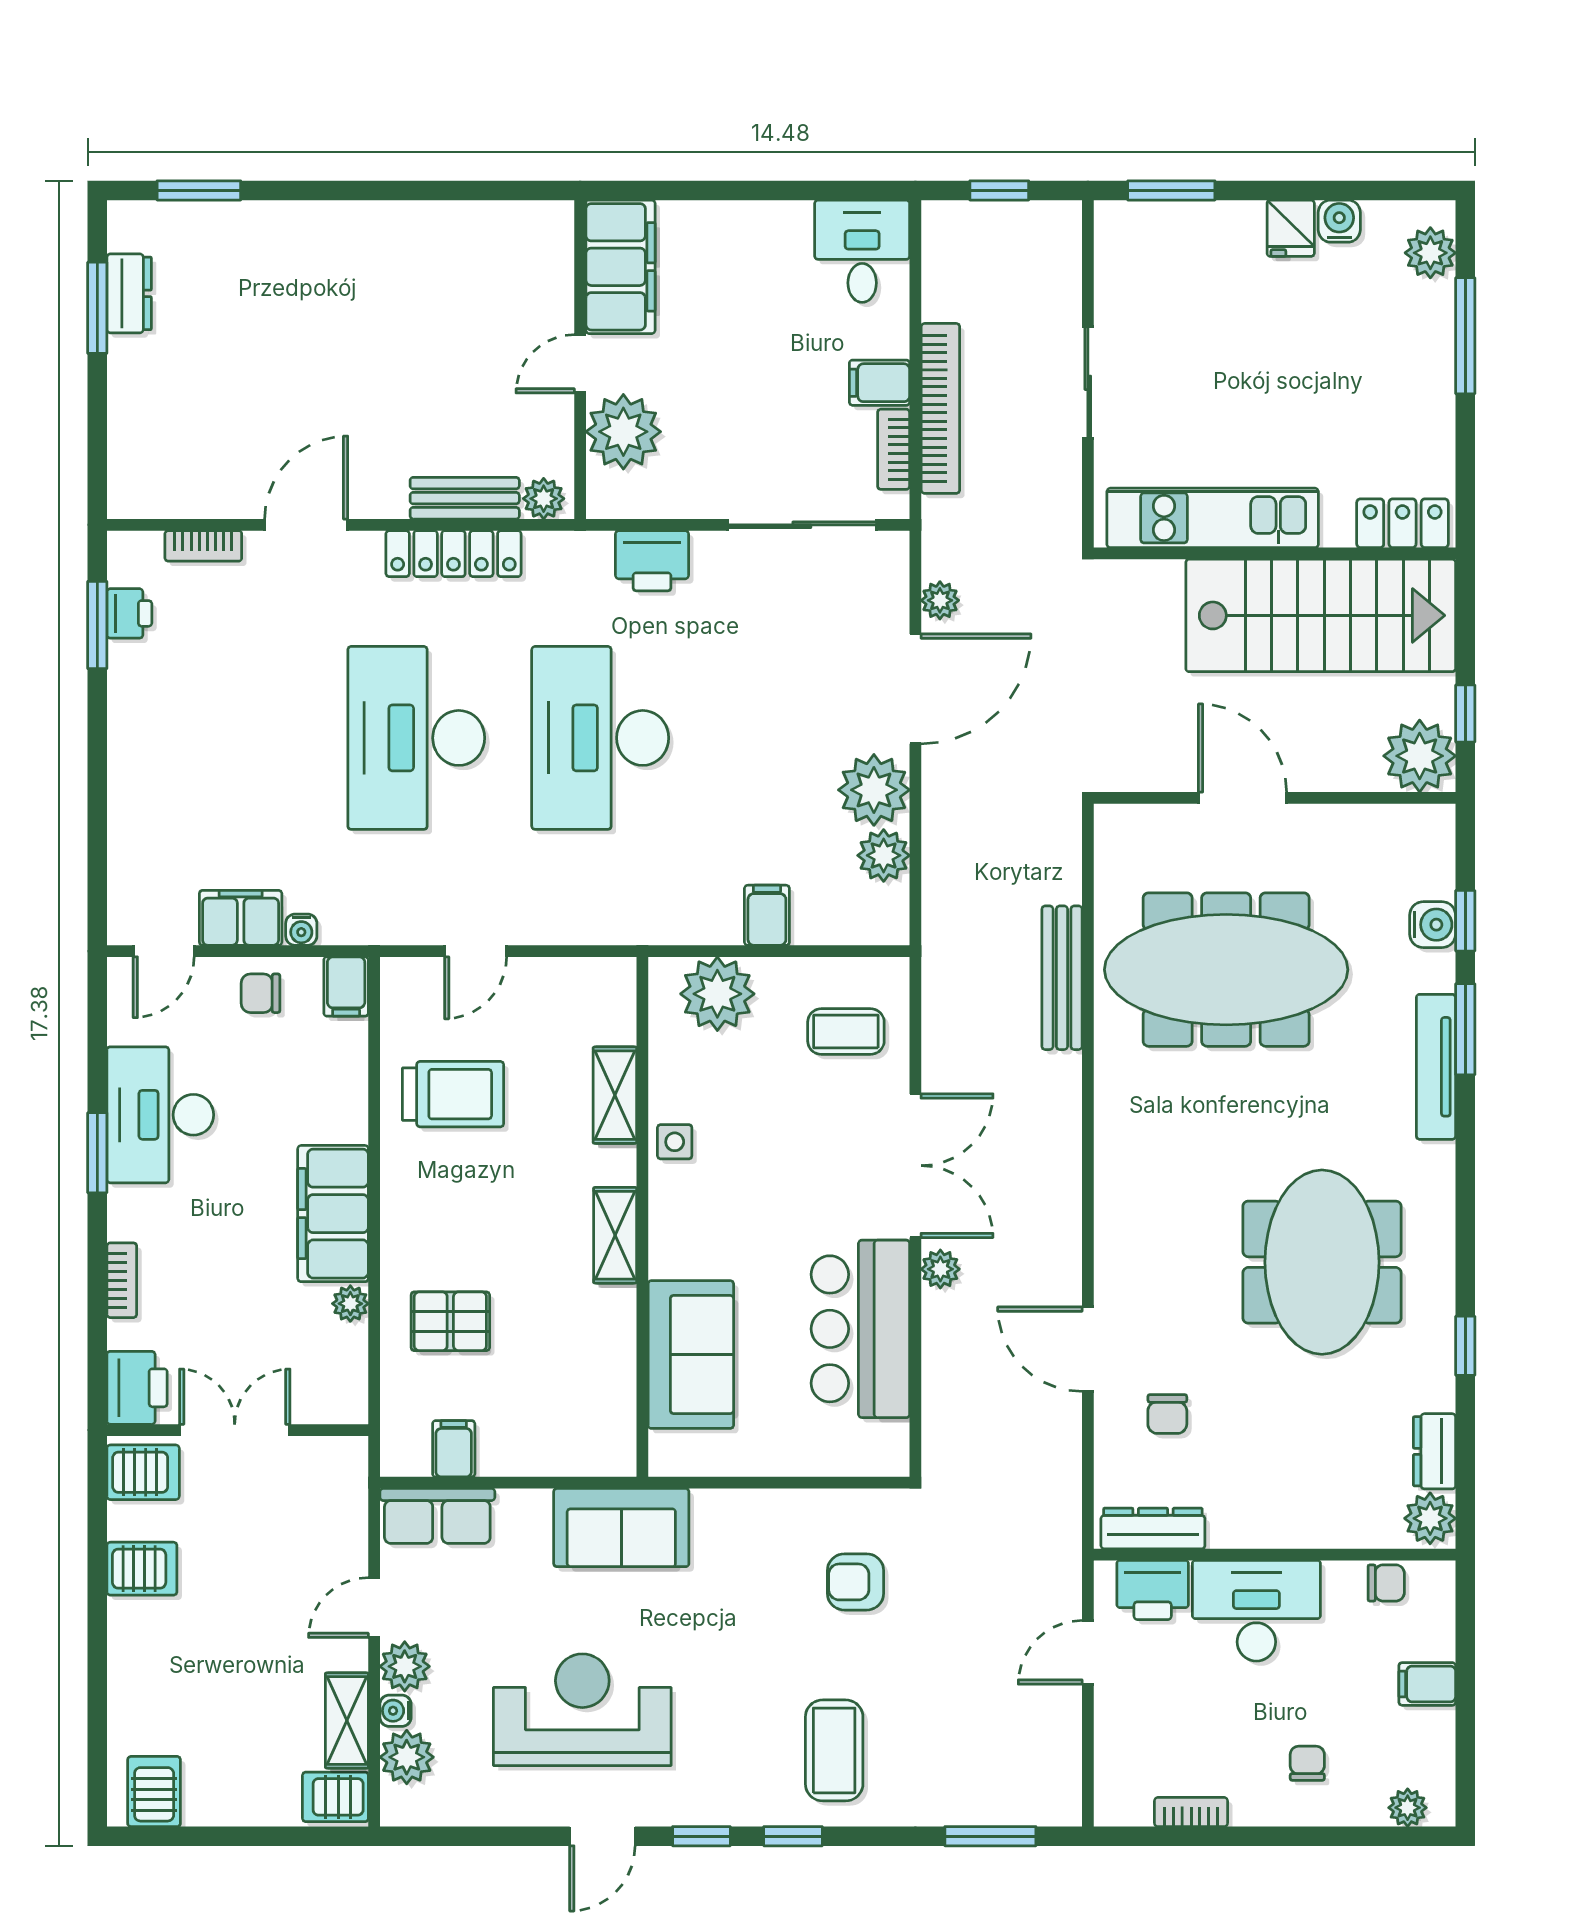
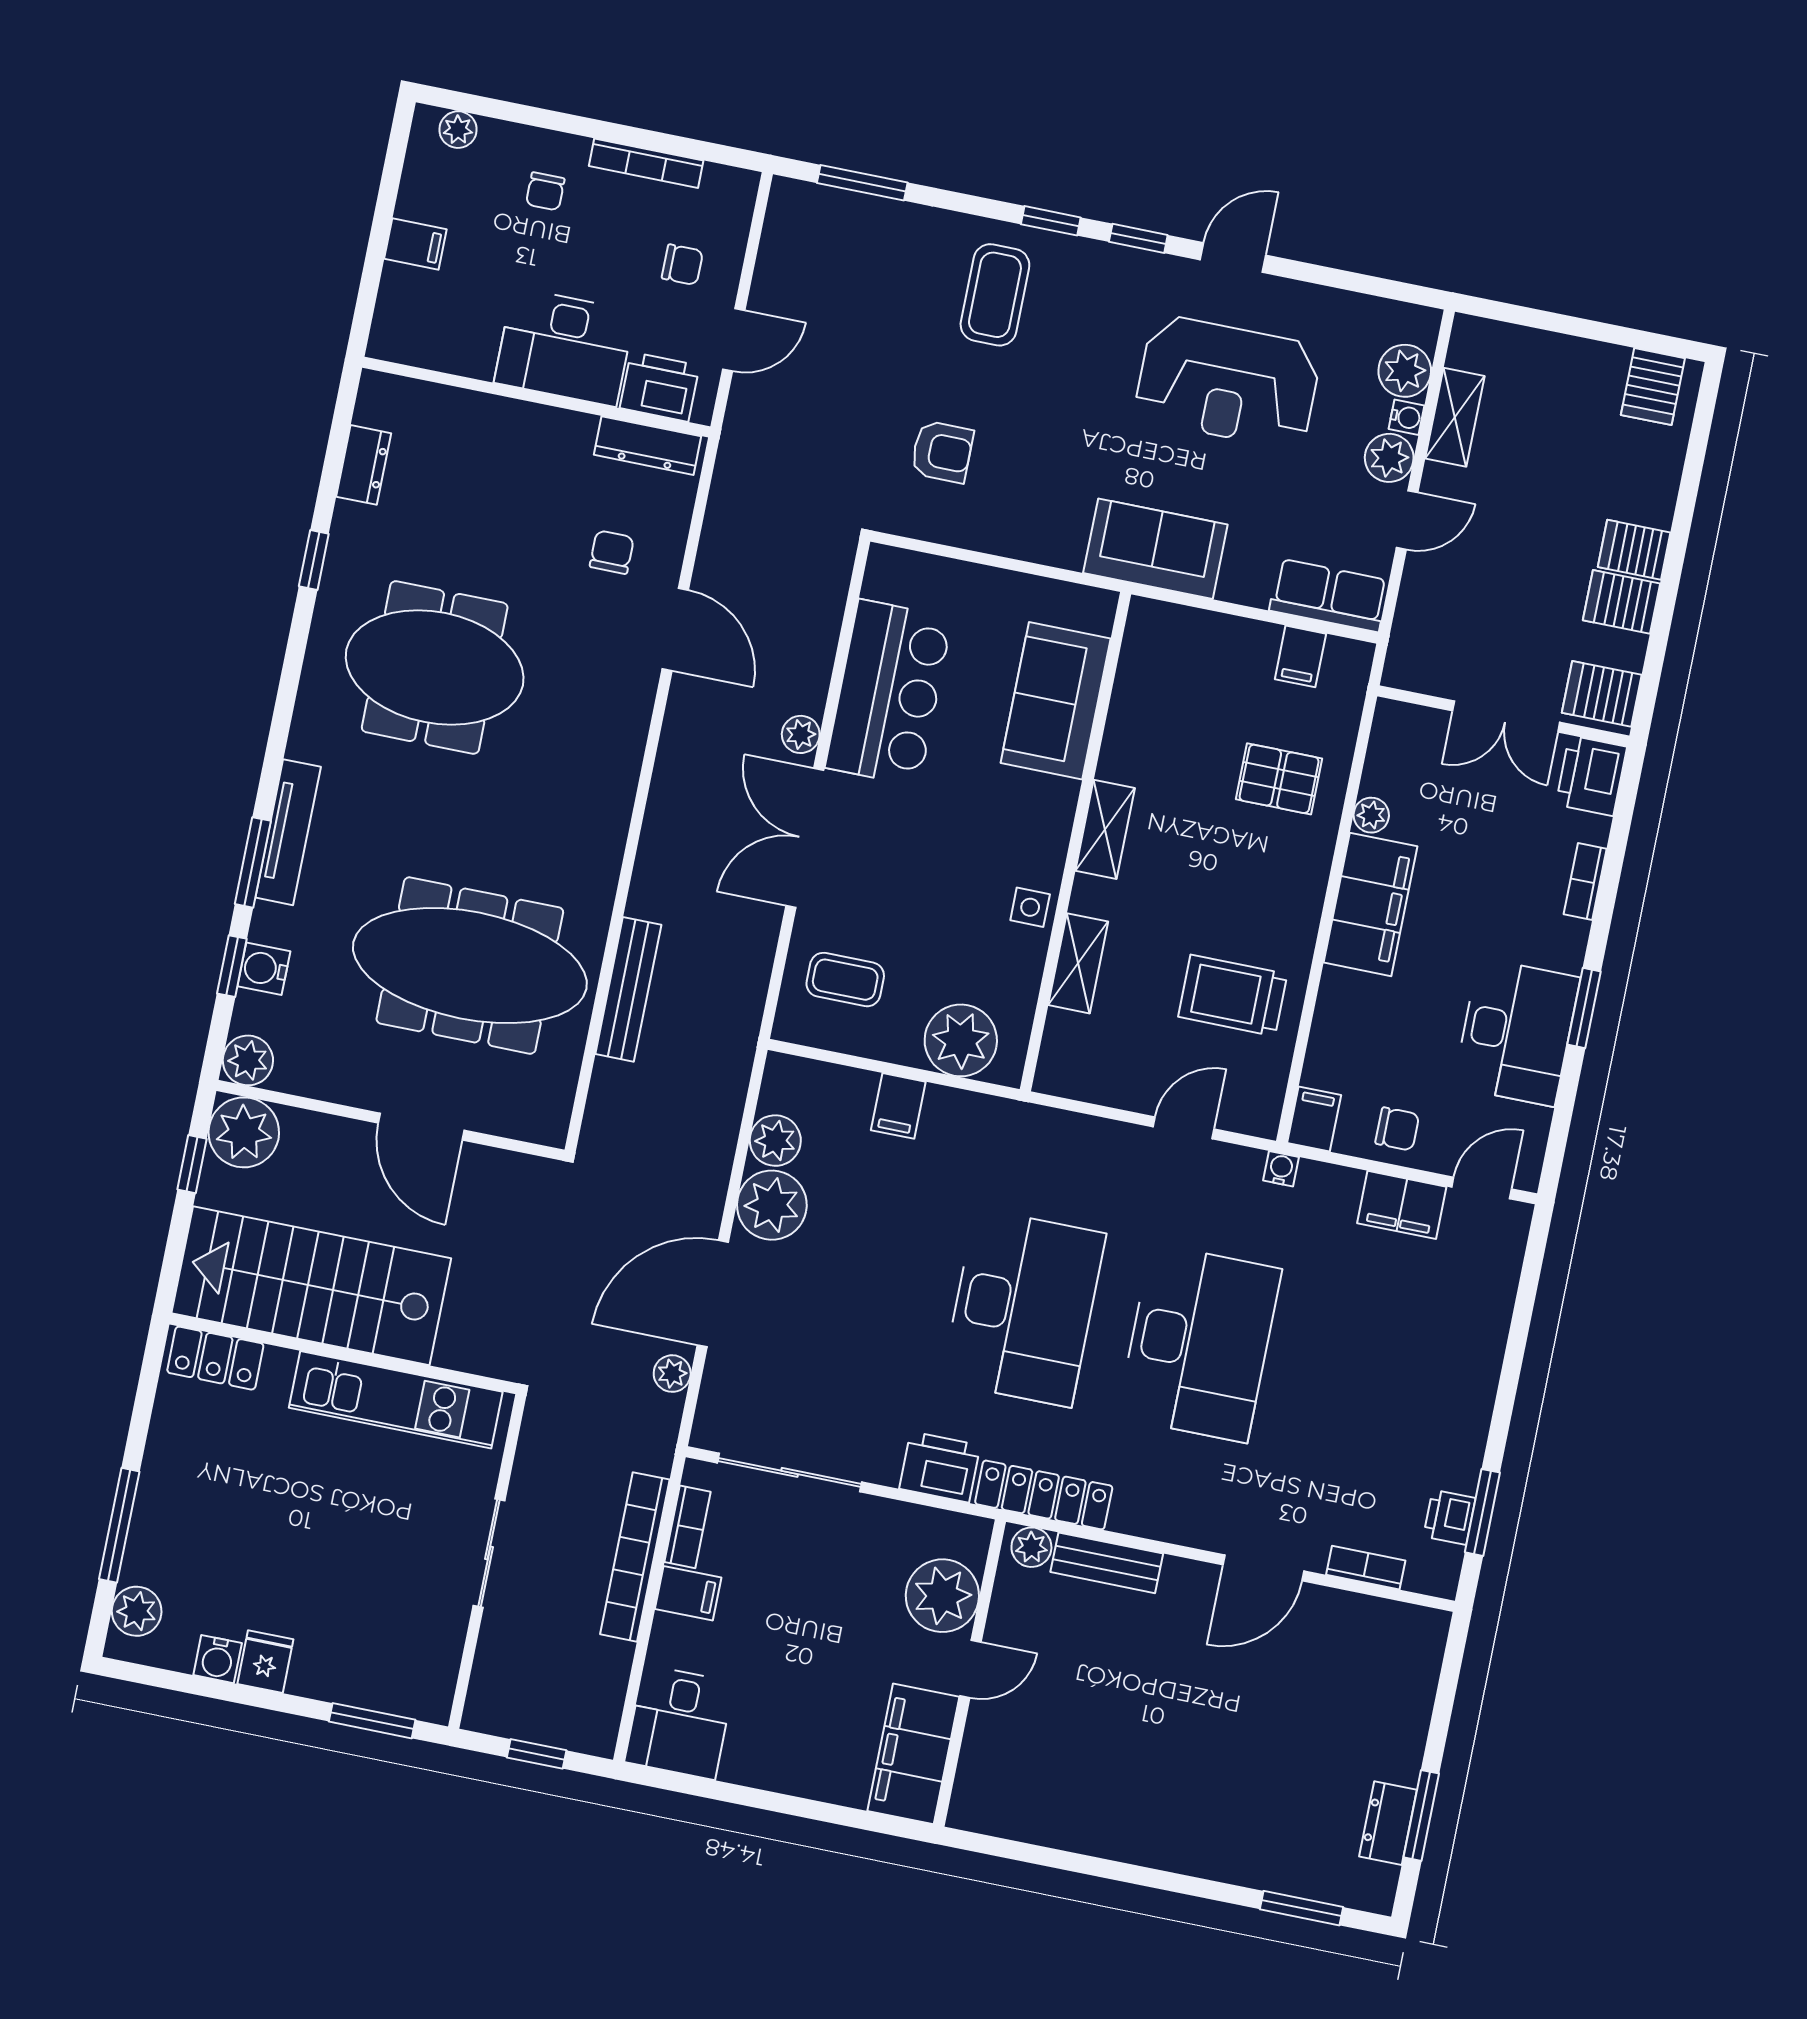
locker: (453, 554) -> (1044, 1495), moved
water cooler: (301, 930) -> (1281, 1169), moved
meeting table: (1322, 1262) -> (435, 667), turned 90
plant: (1430, 1518) -> (248, 1060), moved
chair: (1386, 1583) -> (682, 265), moved, turned 180
server rack: (335, 1797) -> (1634, 550), moved, turned 180
bookcase: (1191, 1812) -> (646, 163), width x1.56

